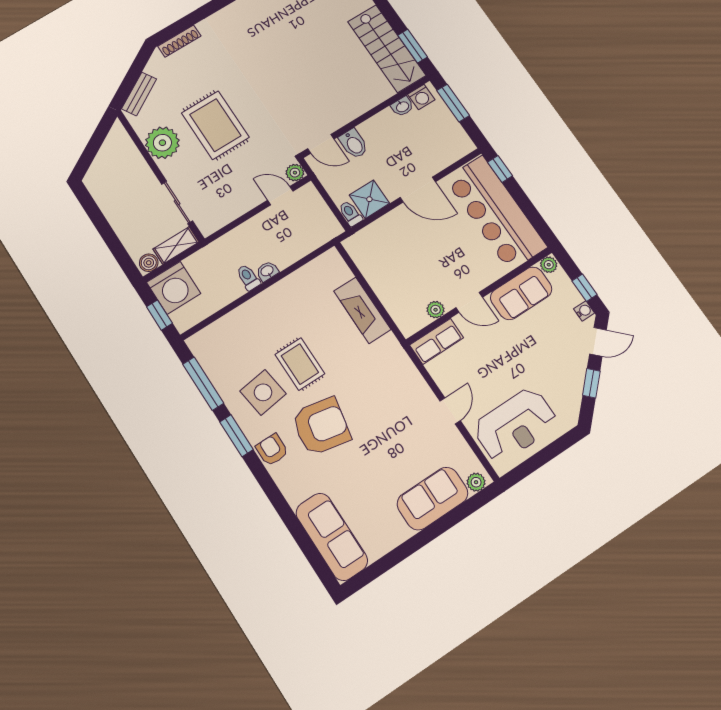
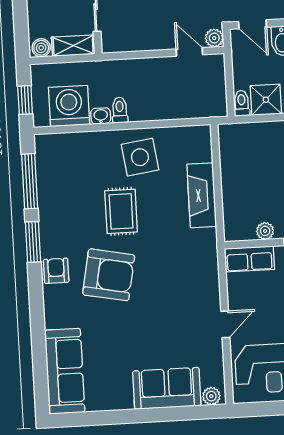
washbasin: (267, 271) -> (101, 116), moved
washing machine: (174, 288) -> (69, 106), moved, turned 180
side table: (263, 392) -> (140, 157), moved

